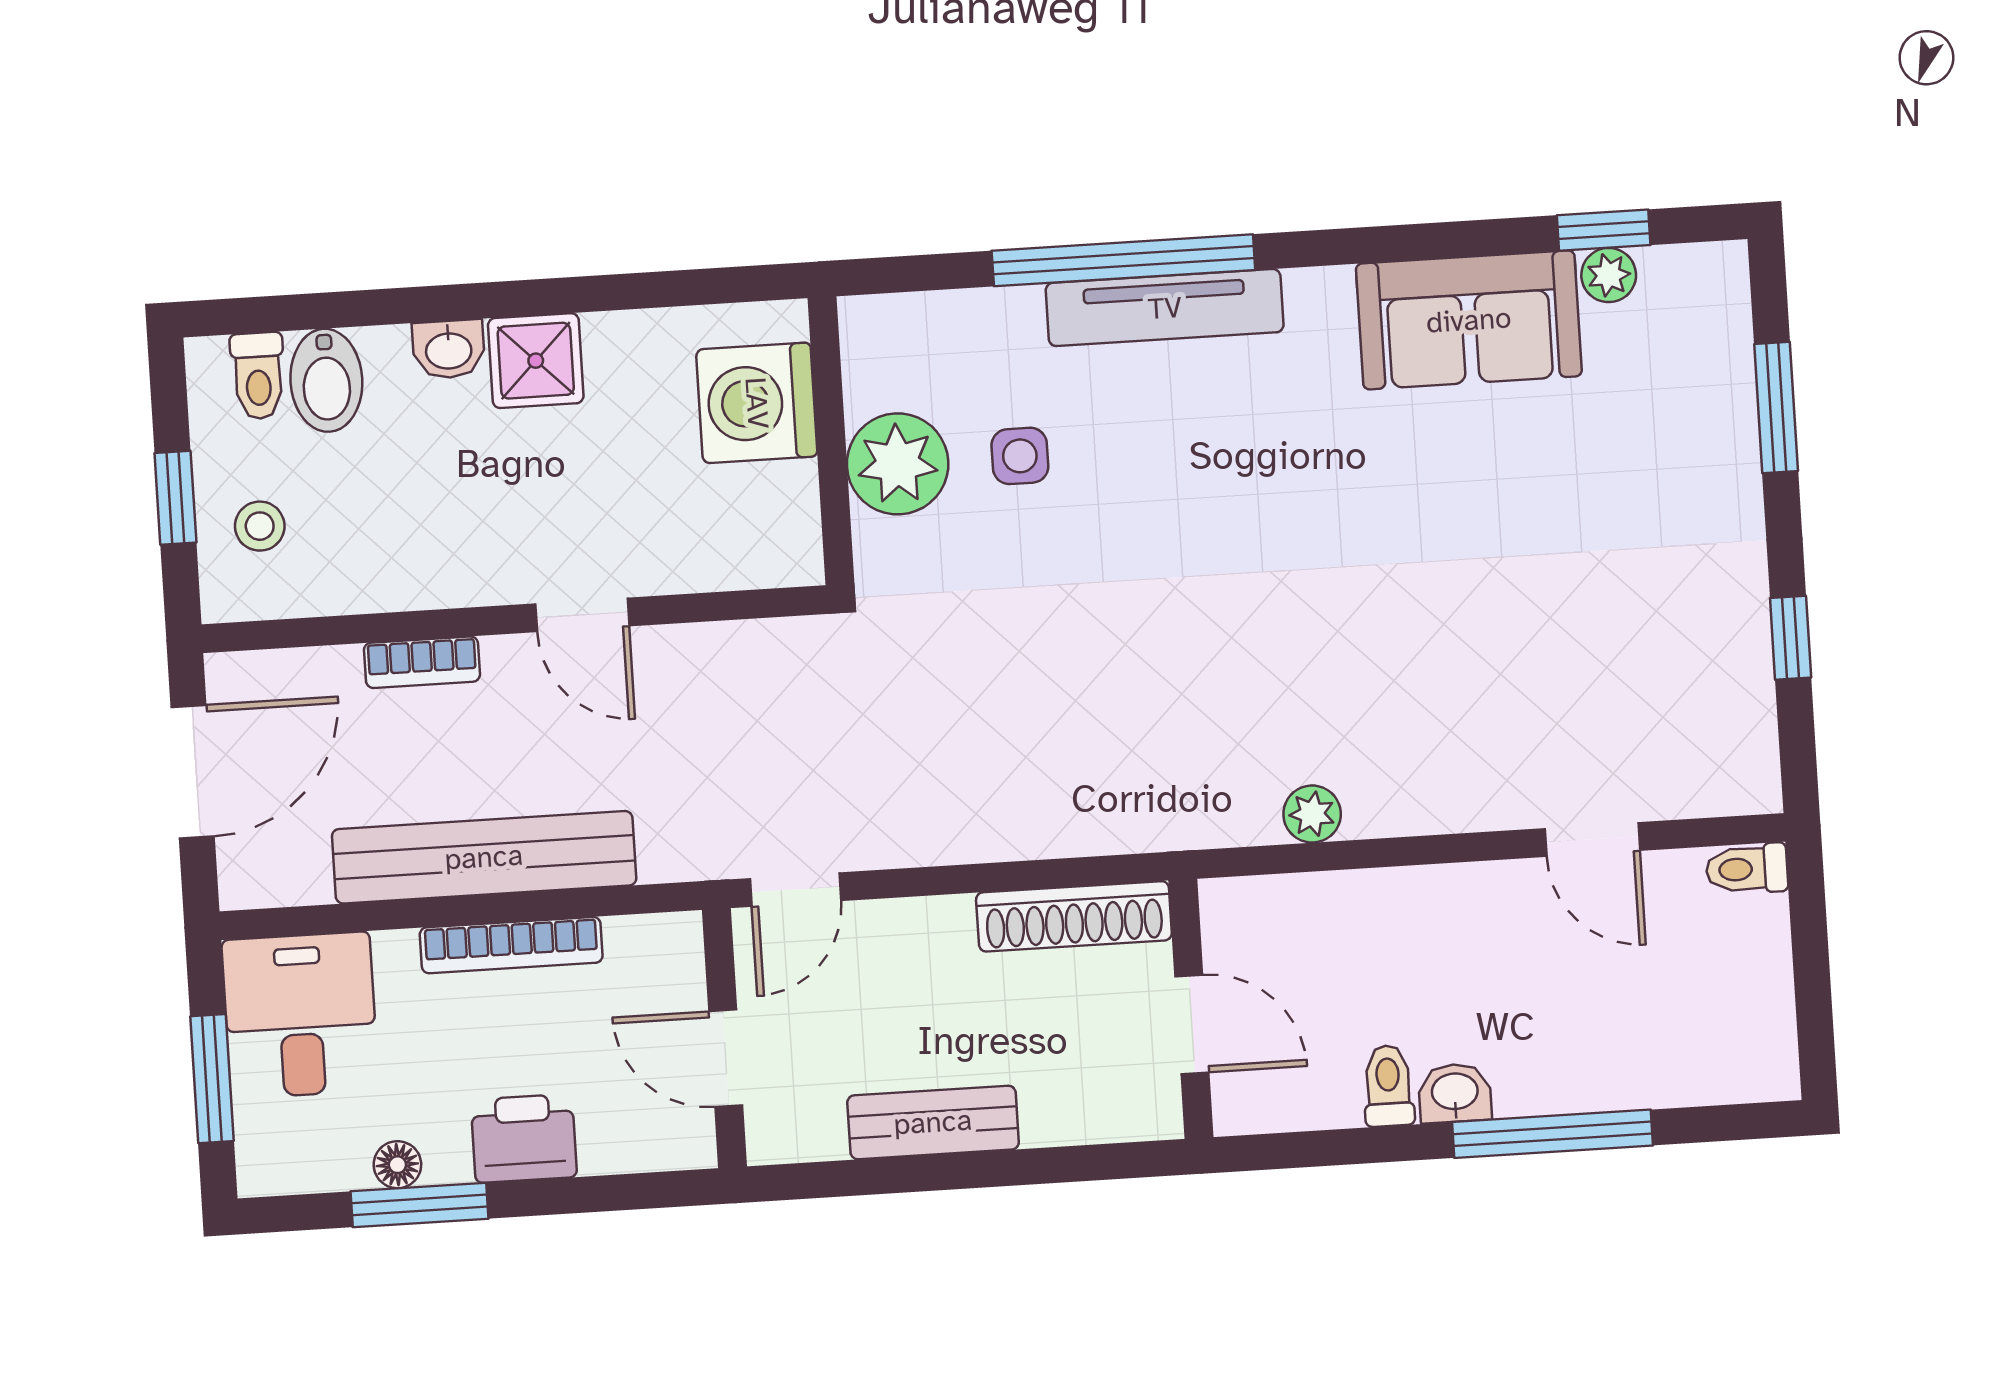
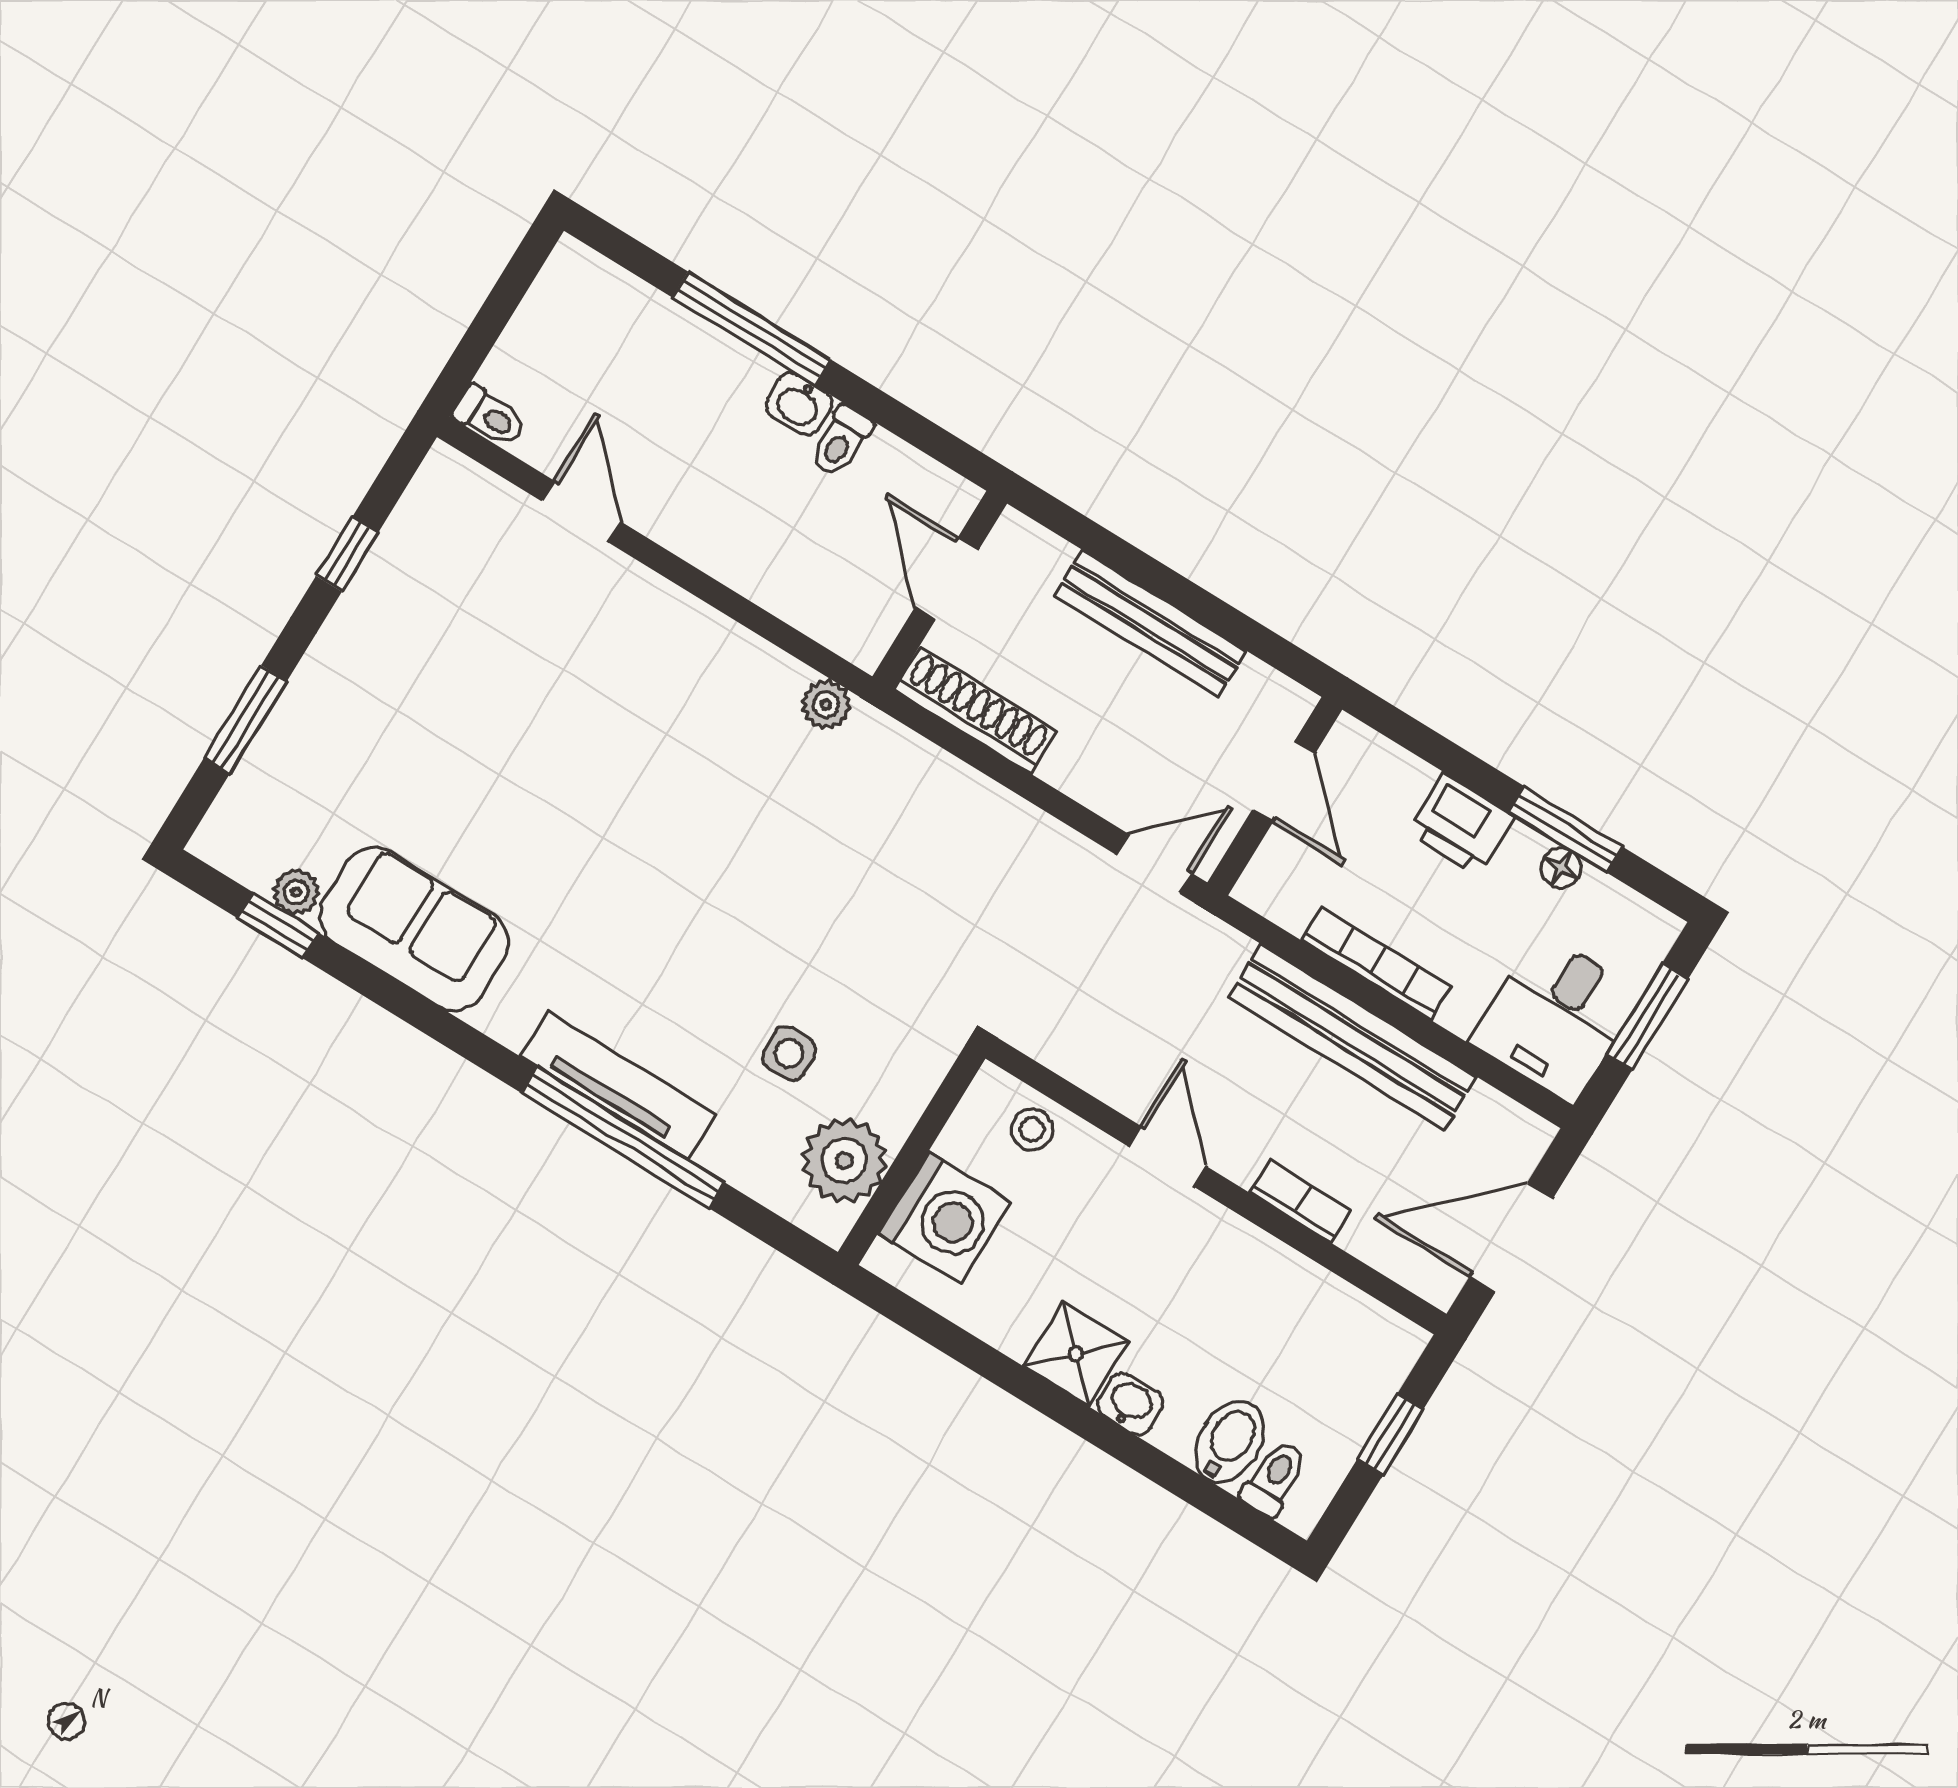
plant: (898, 464) -> (844, 1161), moved
stool: (260, 526) -> (1032, 1129), moved
plant: (1312, 814) -> (826, 705), moved
bench: (933, 1122) -> (1150, 623), width x1.36

